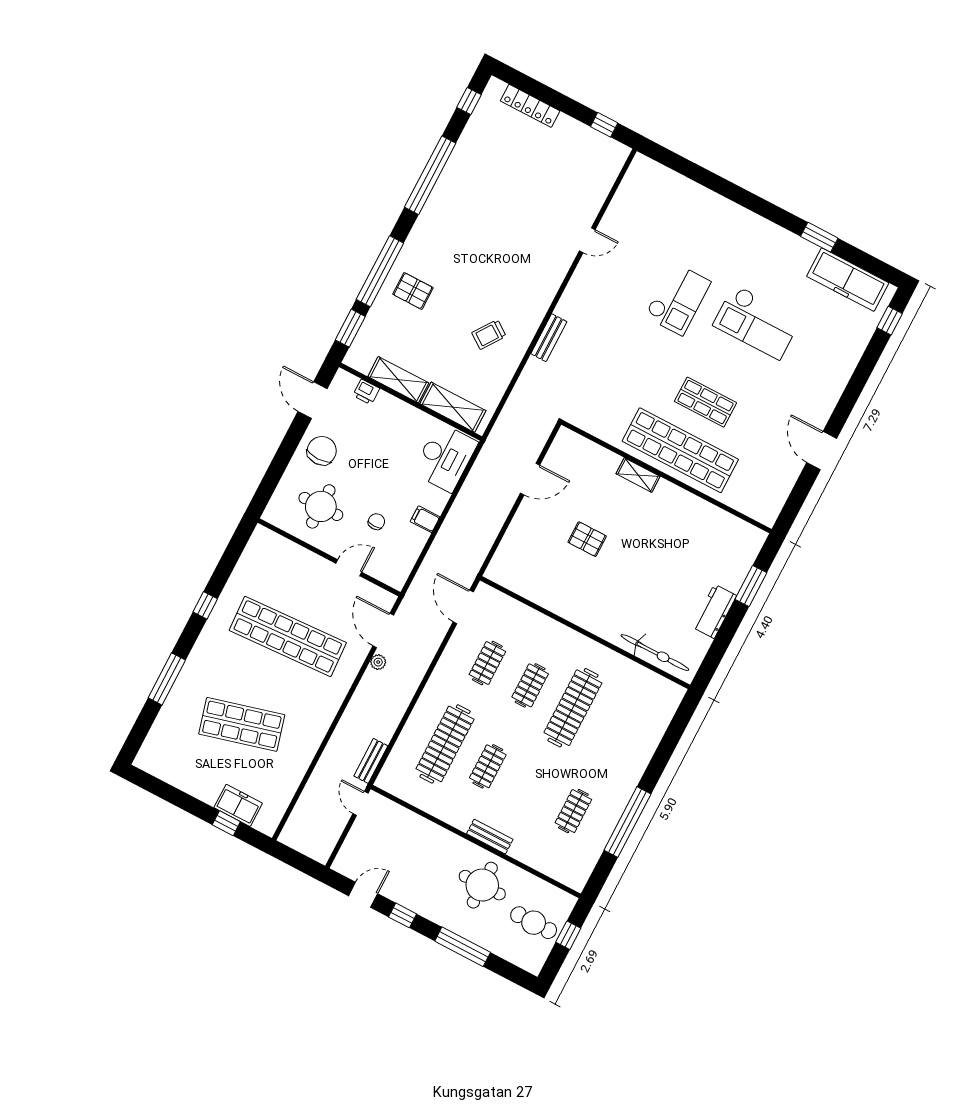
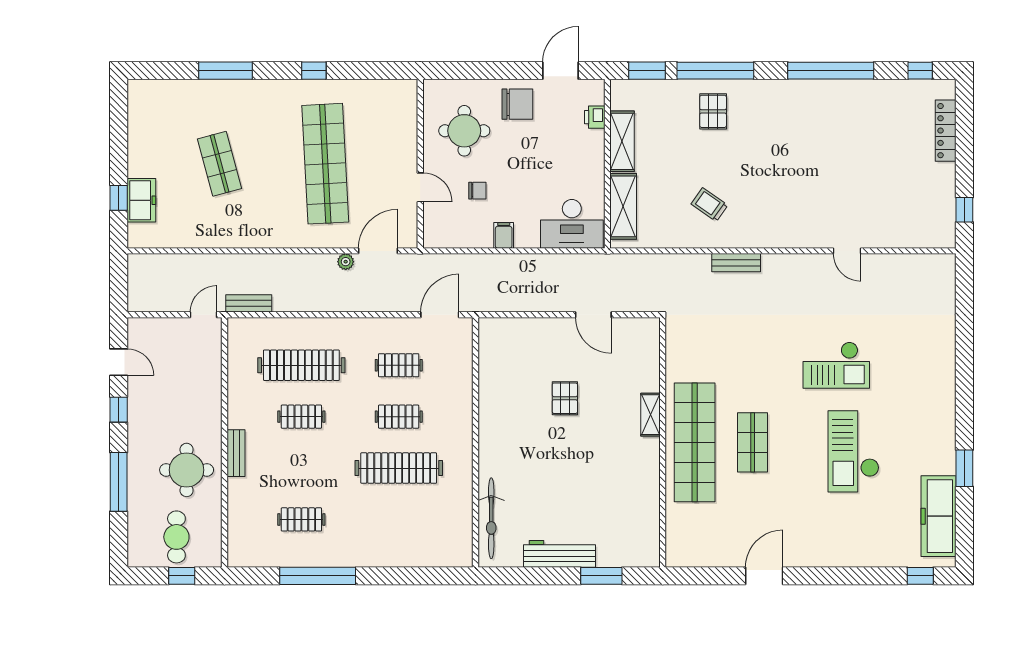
workbench: (714, 611) -> (559, 554), width x1.38
shop shelf: (242, 724) -> (220, 164), width x0.70, depth x0.74

